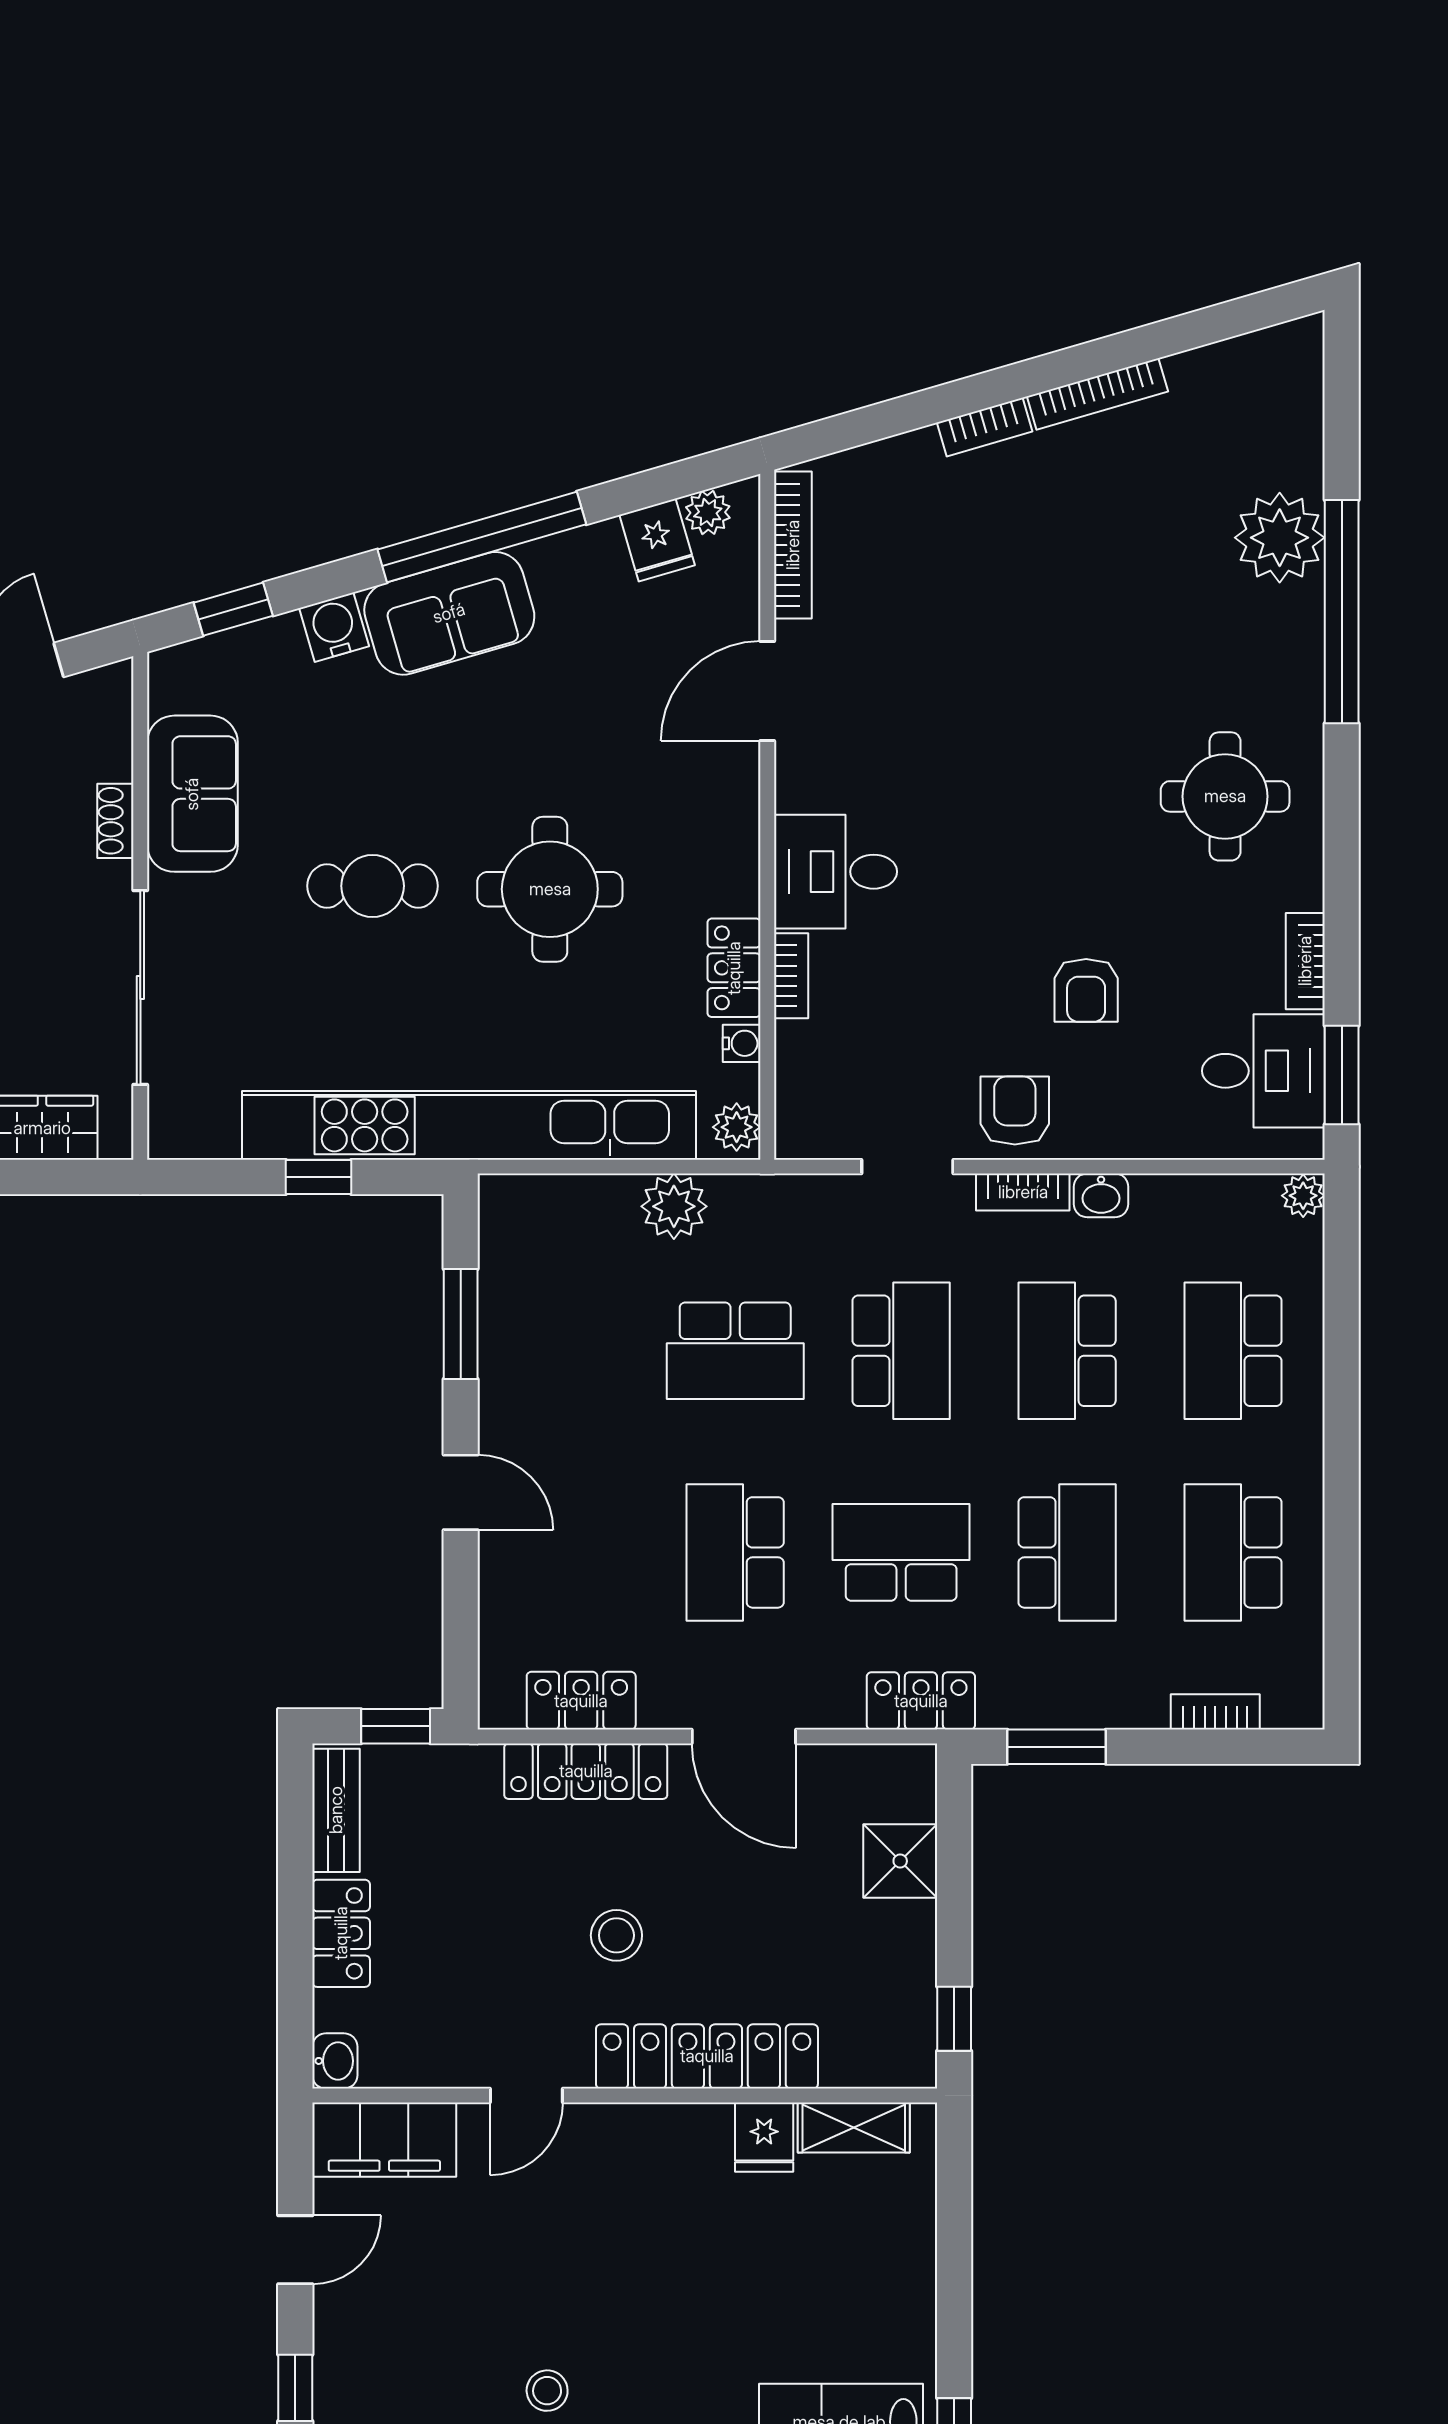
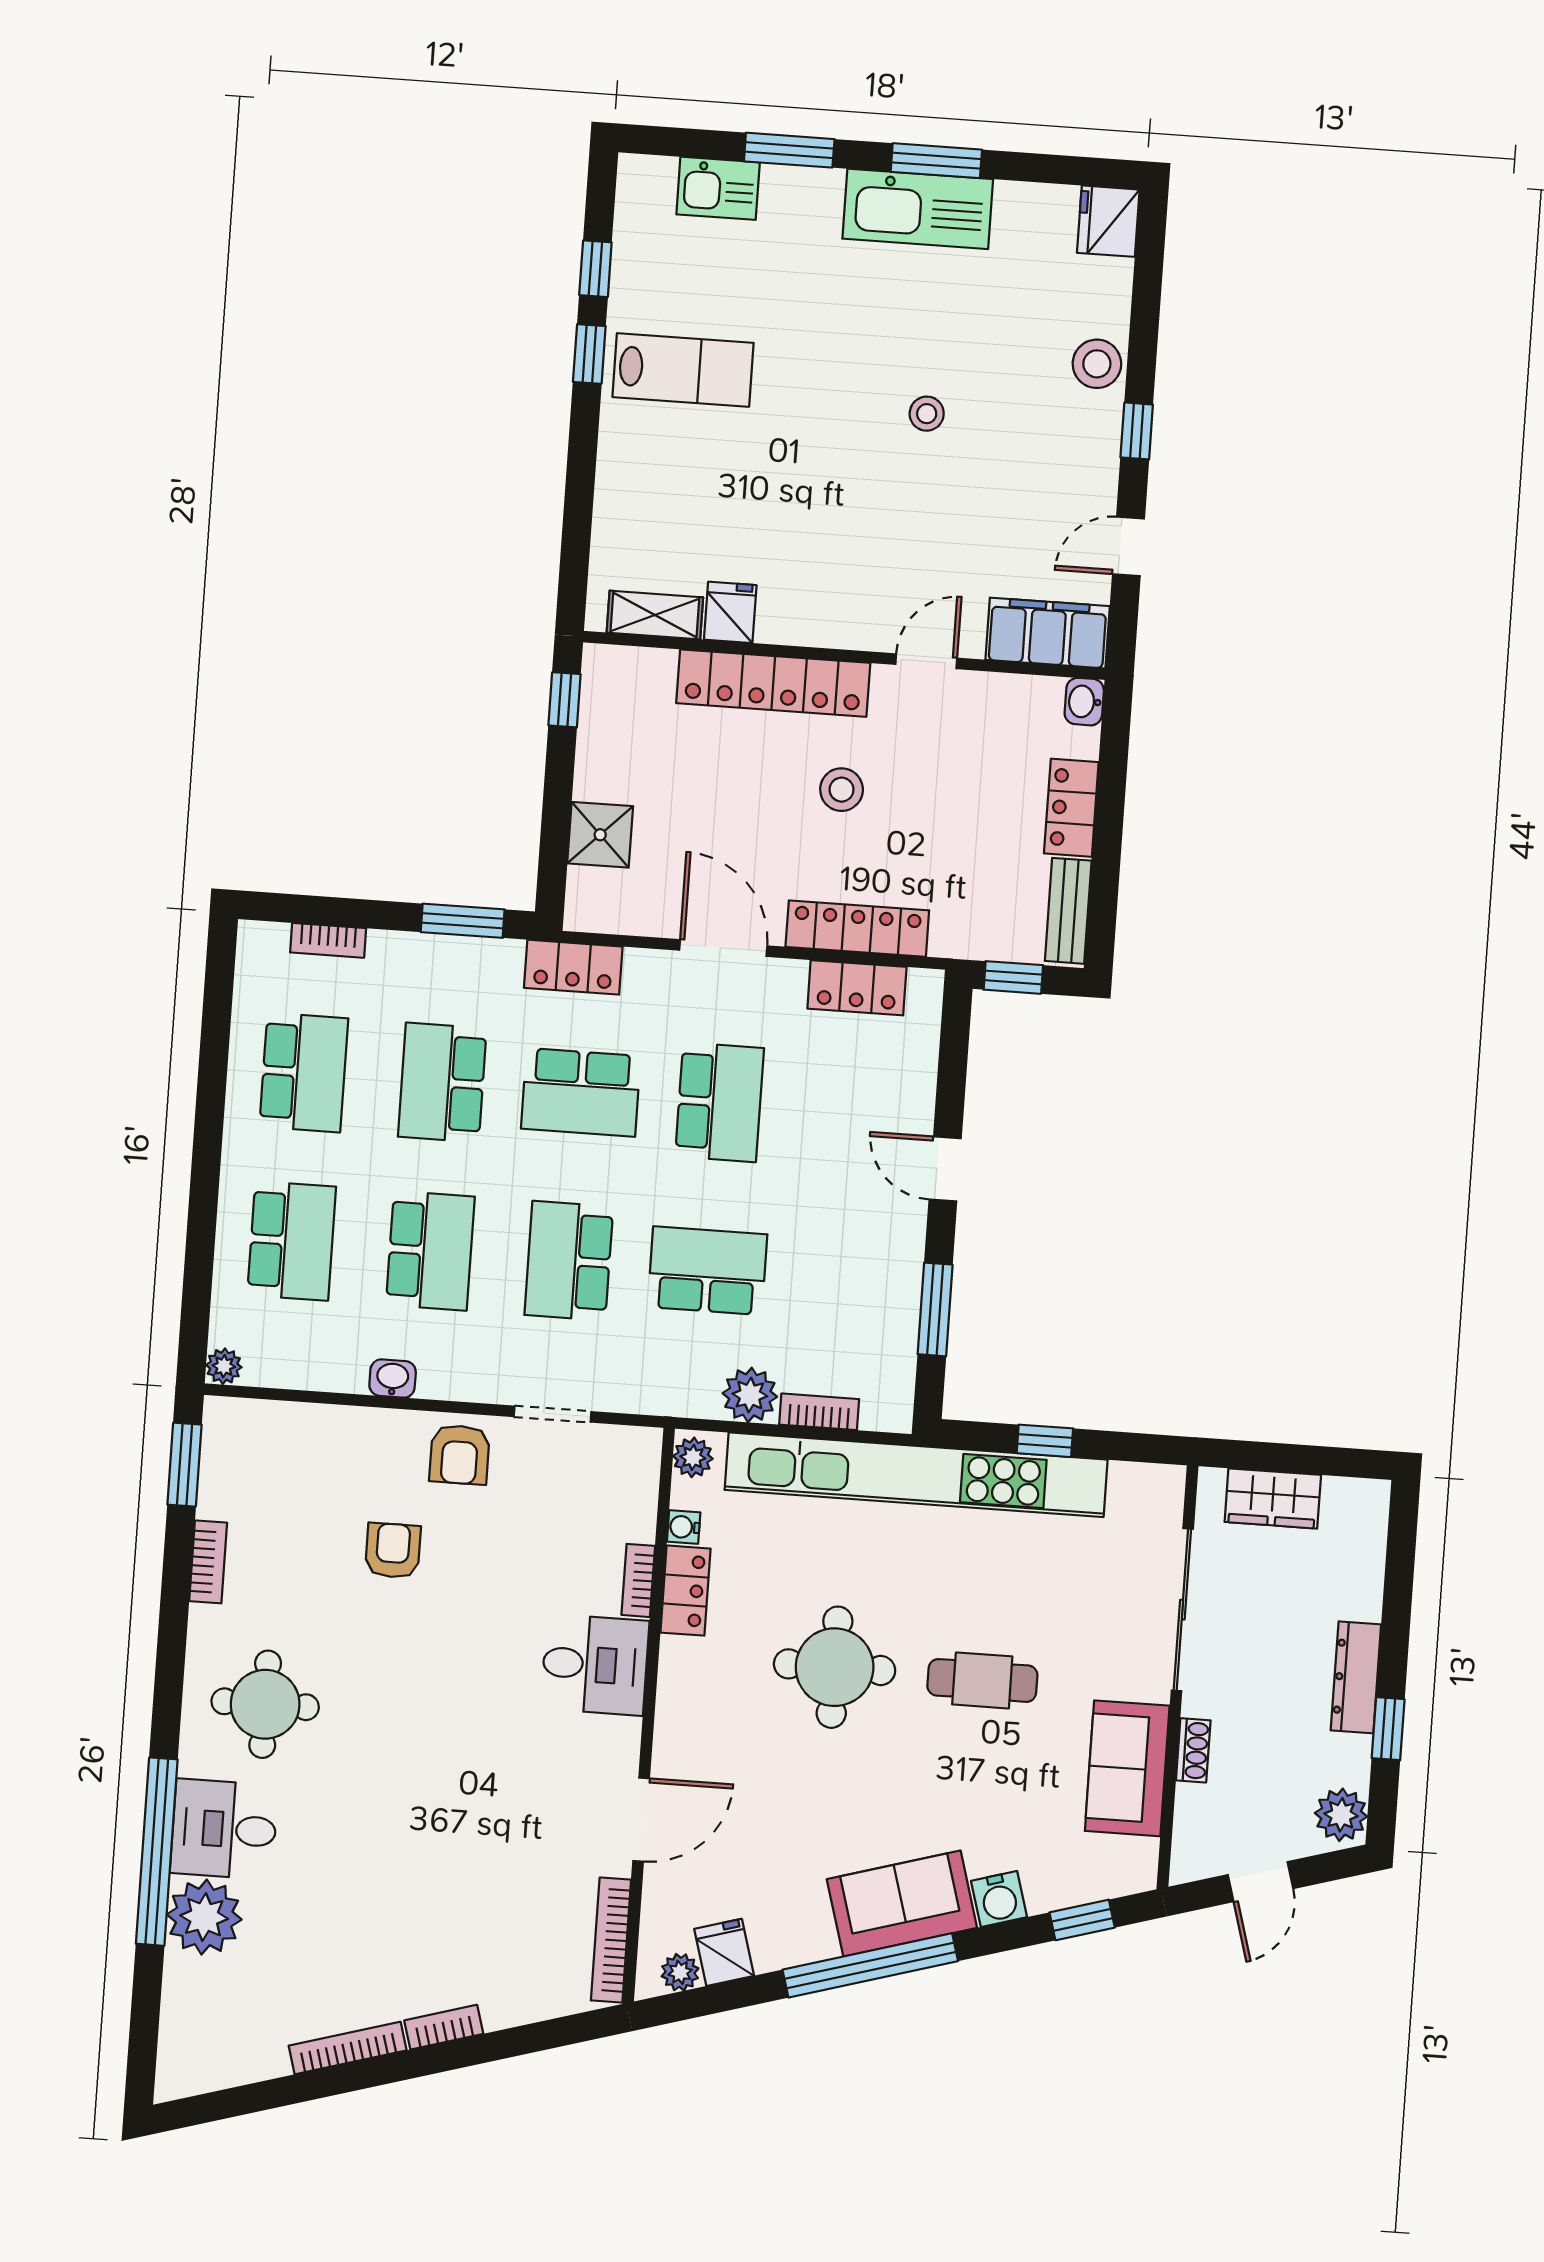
desk: (1263, 1071) -> (224, 1829), moved
bookcase: (1023, 1192) -> (819, 1412), moved

